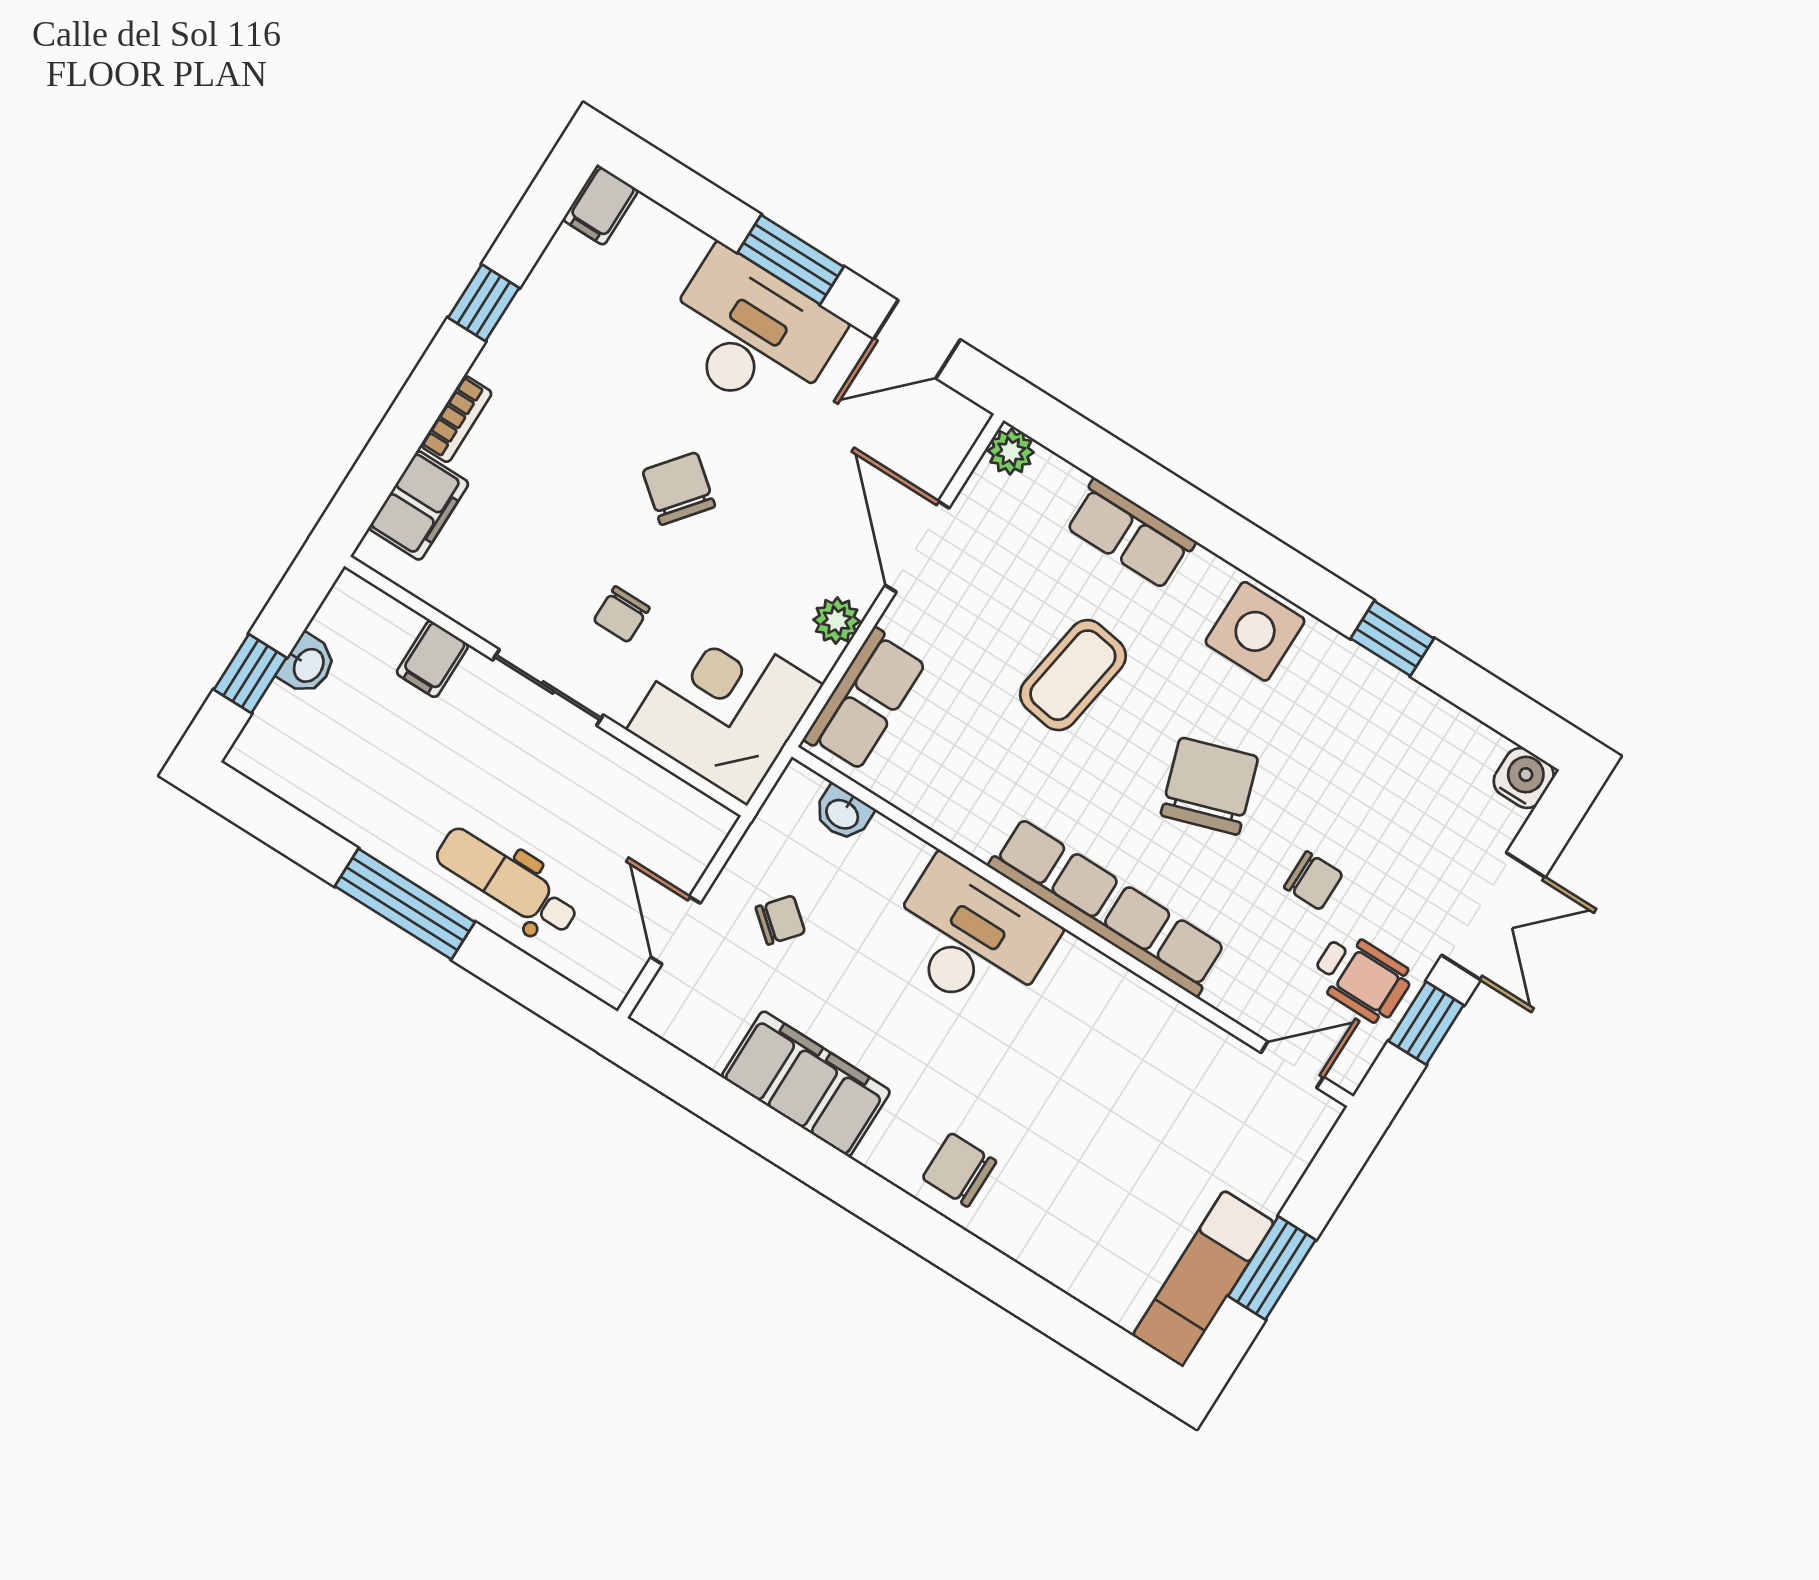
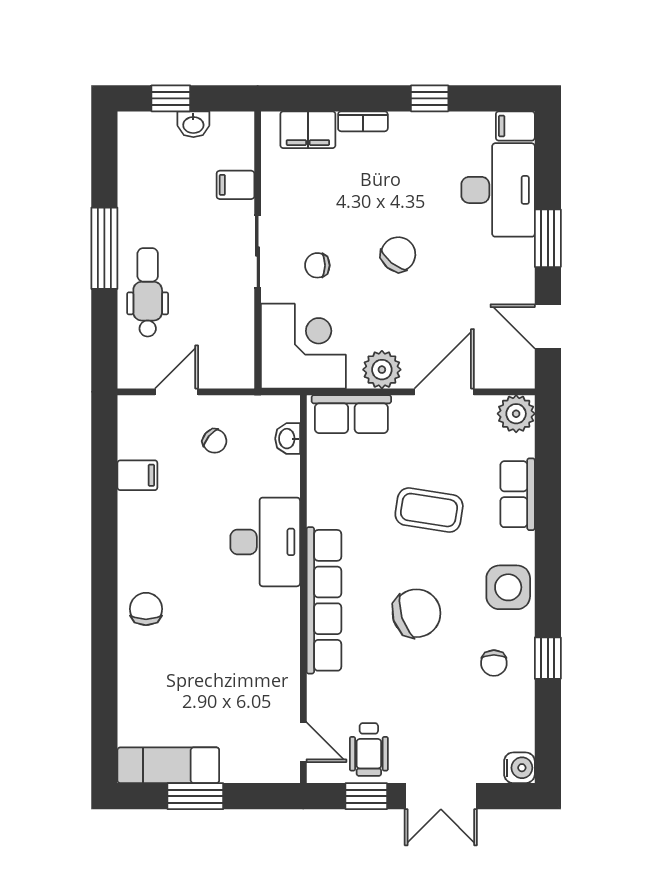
desk: (751, 334) -> (498, 190), moved
plant: (1011, 452) -> (516, 414), width x1.38, depth x1.38
plant: (837, 621) -> (382, 370), width x1.38, depth x1.38
chair: (1313, 881) -> (494, 663), moved
filing cabinet: (806, 1084) -> (137, 475), width x0.33, depth x0.86

